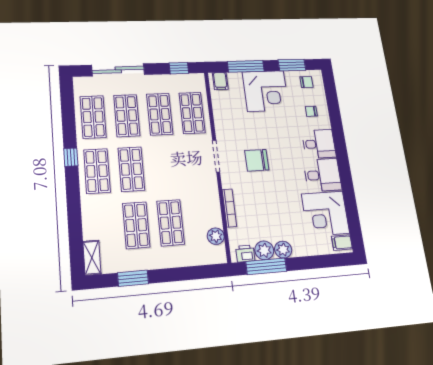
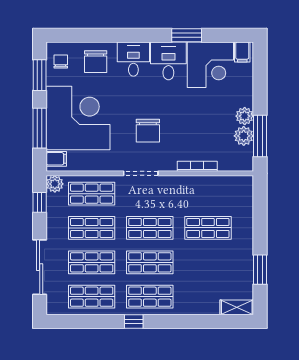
corner desk: (266, 91) -> (78, 118), width x1.36, depth x1.36
chair: (311, 111) -> (96, 62), width x1.87, depth x1.87
window: (348, 190) -> (187, 35), added
shop shelf: (136, 225) -> (150, 228), moved
plant: (216, 236) -> (55, 184), moved
printer: (245, 253) -> (245, 156), removed

